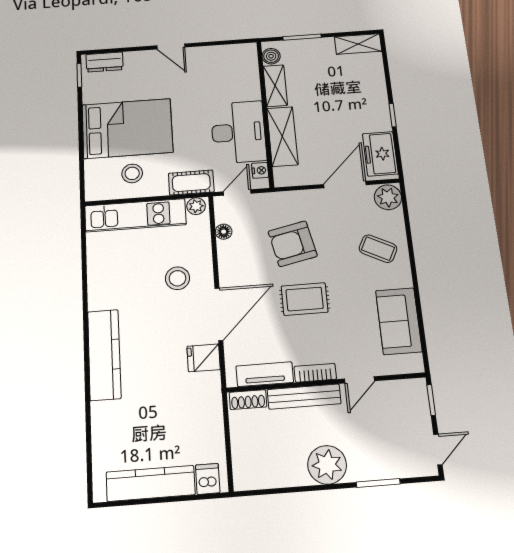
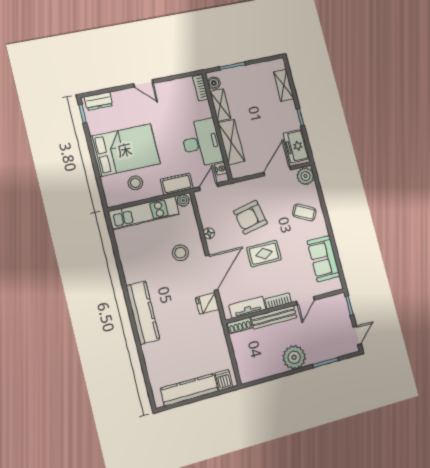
shelving: (358, 44) -> (284, 85), moved, turned 90
bookcase: (251, 60) -> (201, 88), added
floor lamp: (224, 232) -> (209, 233), moved

